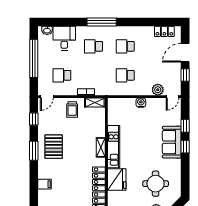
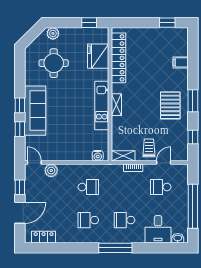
school desk: (94, 46) -> (125, 220), turned 180
school desk: (125, 46) -> (88, 220), turned 180
school desk: (62, 75) -> (161, 187), turned 180
door: (47, 97) -> (164, 163), moved
door: (173, 97) -> (34, 163), hinge flipped
water cooler: (141, 103) -> (98, 156), moved
sofa: (172, 142) -> (35, 111), width x1.36
fridge: (117, 179) -> (98, 56), moved

